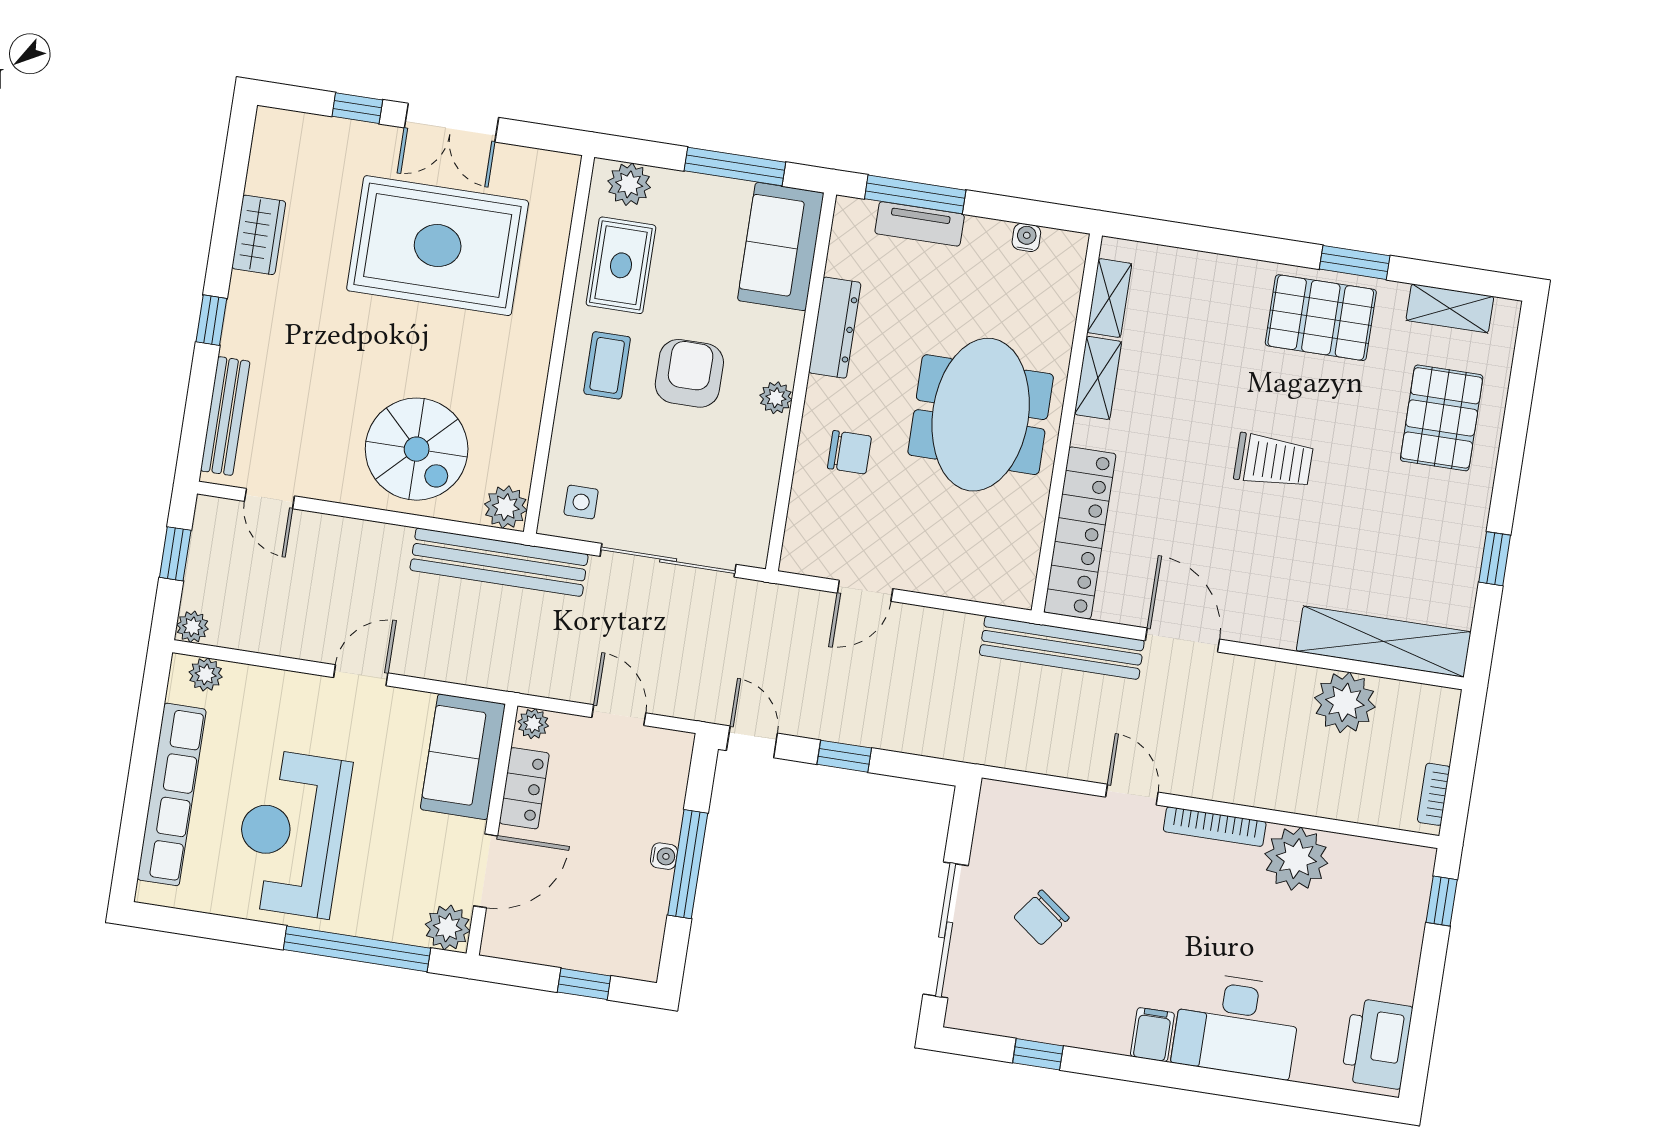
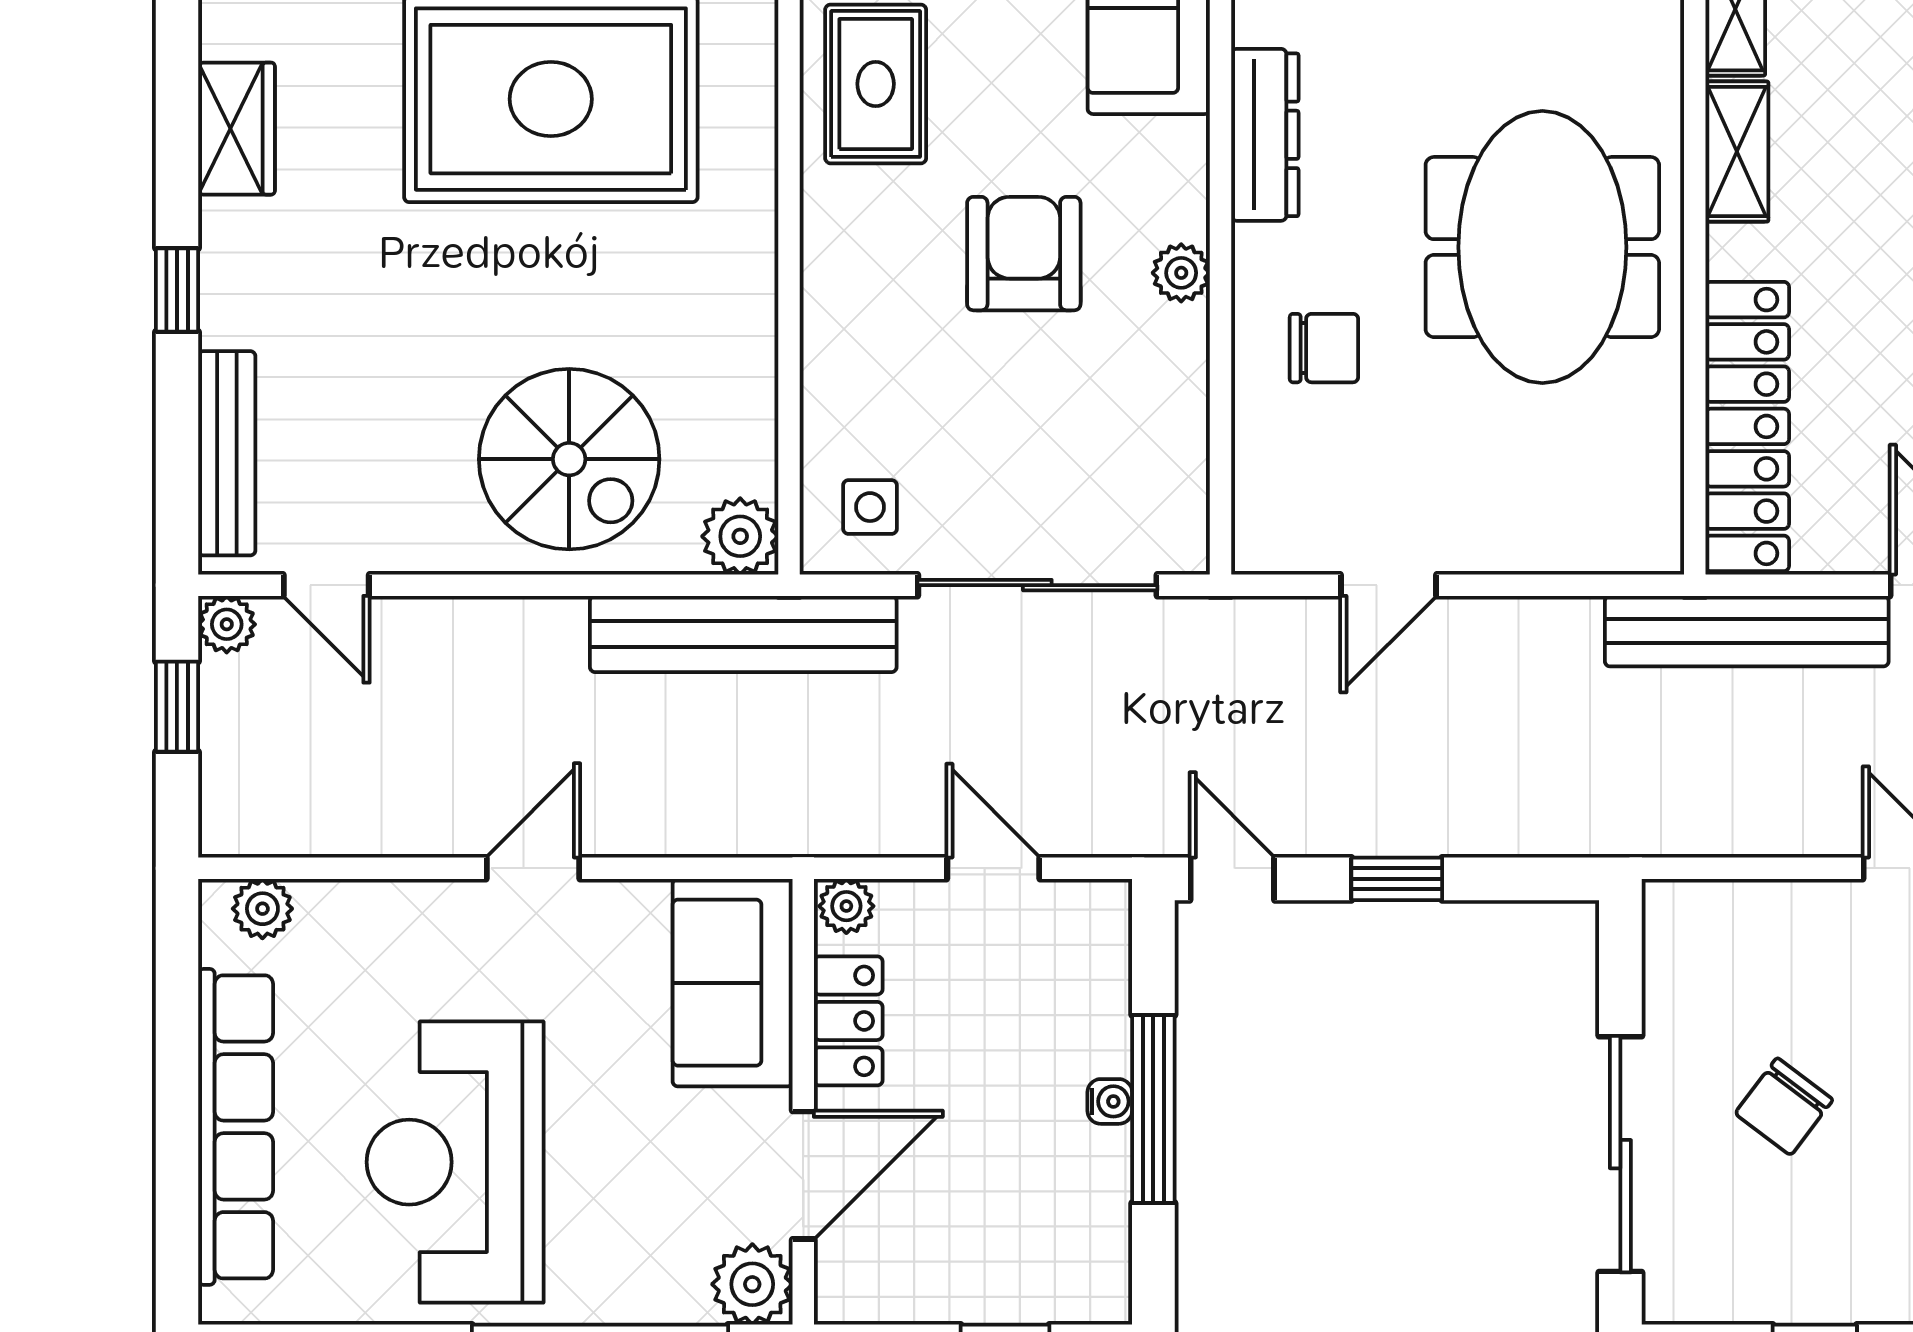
coffee table: (607, 365) -> (878, 262), removed
plant: (192, 627) -> (227, 624), moved

